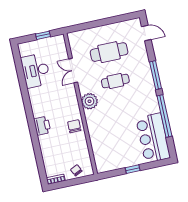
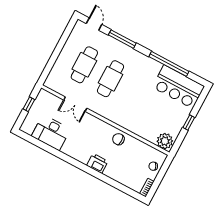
door: (146, 33) -> (94, 24), hinge flipped
window: (156, 75) -> (122, 39), moved
cafe table: (115, 81) -> (110, 79), width x1.37, depth x1.35
plant: (90, 101) -> (165, 141), moved

